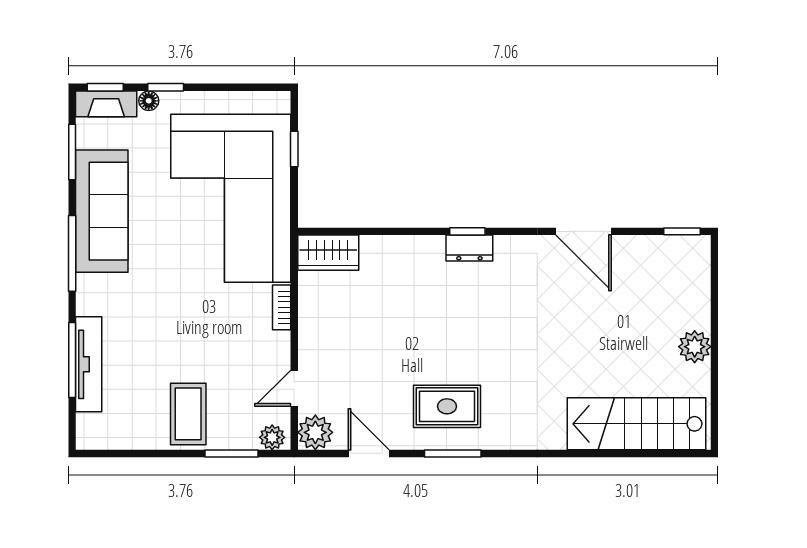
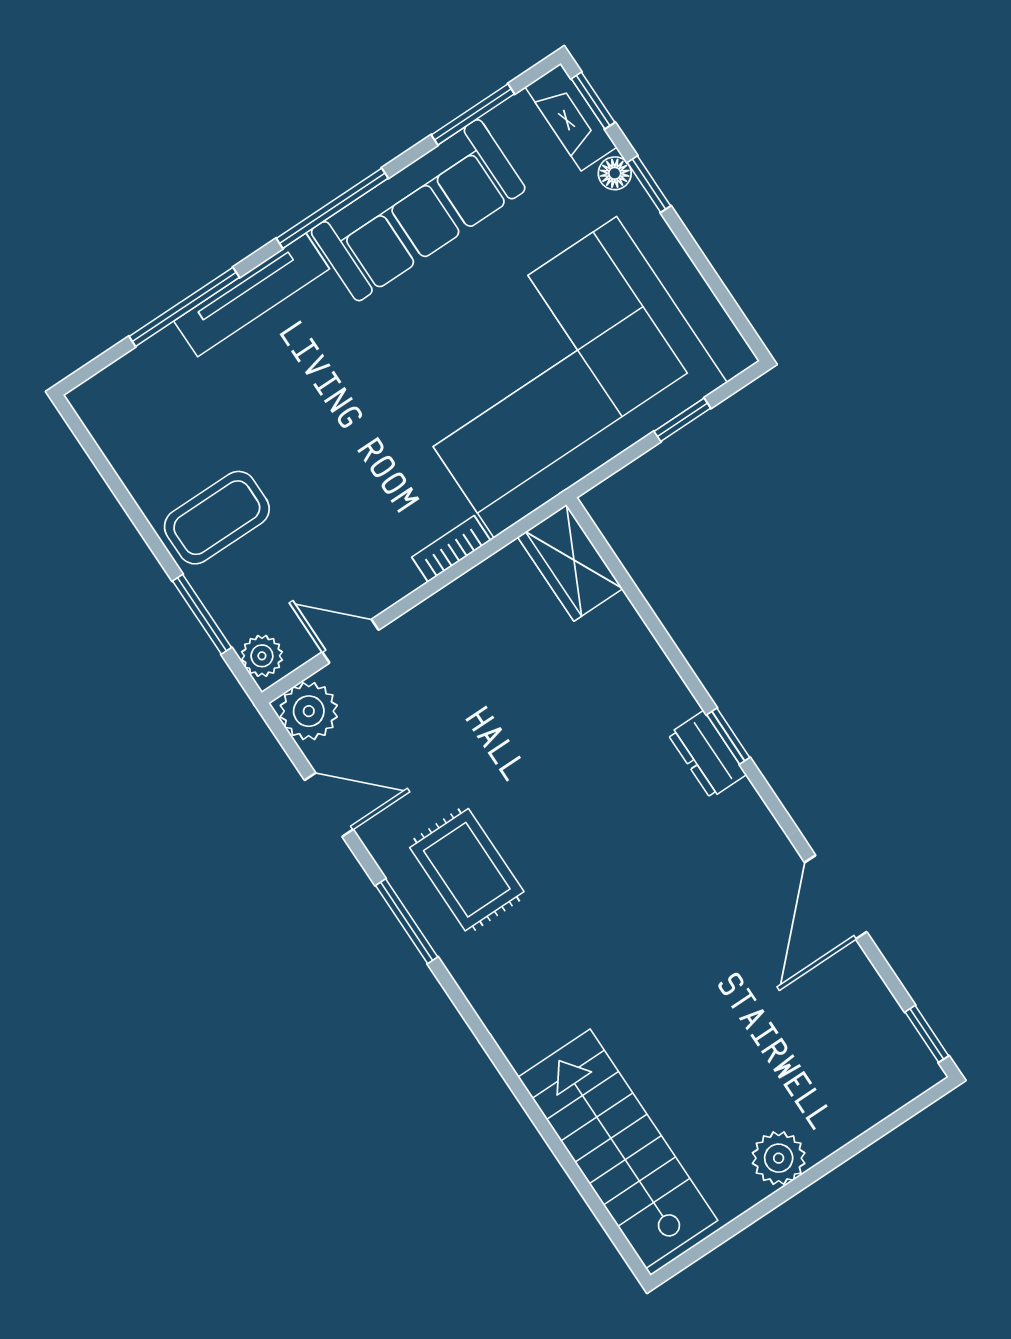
tv unit: (89, 364) -> (252, 295), moved
door: (369, 453) -> (329, 805), hinge flipped

